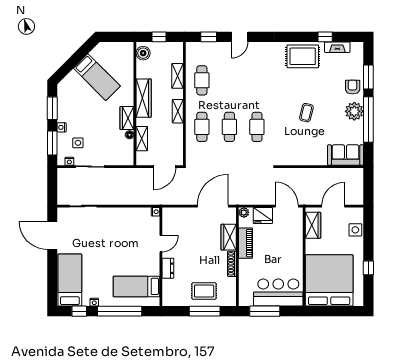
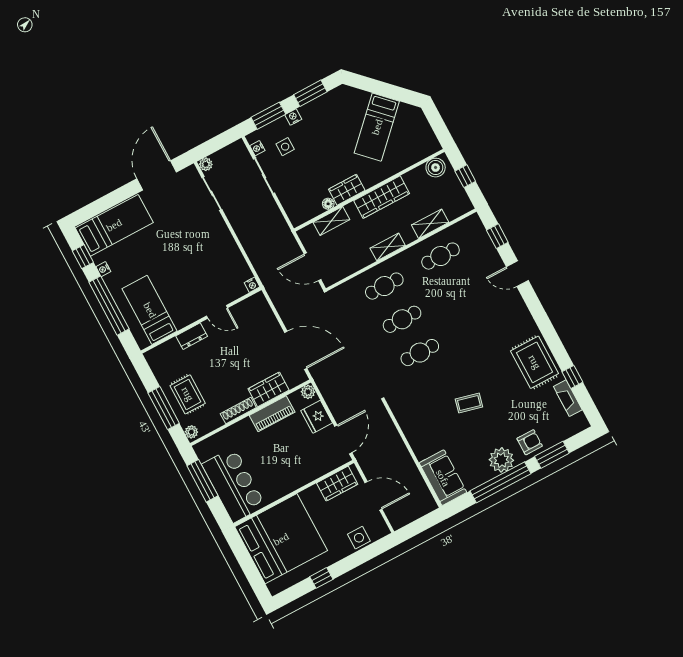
plant: (62, 200) -> (206, 164), added
plant: (229, 301) -> (191, 432), added

